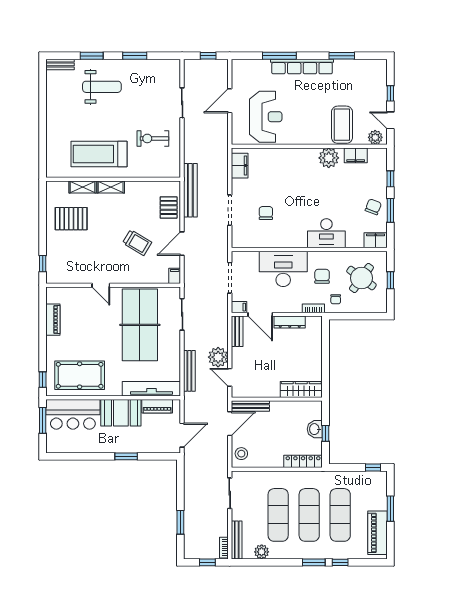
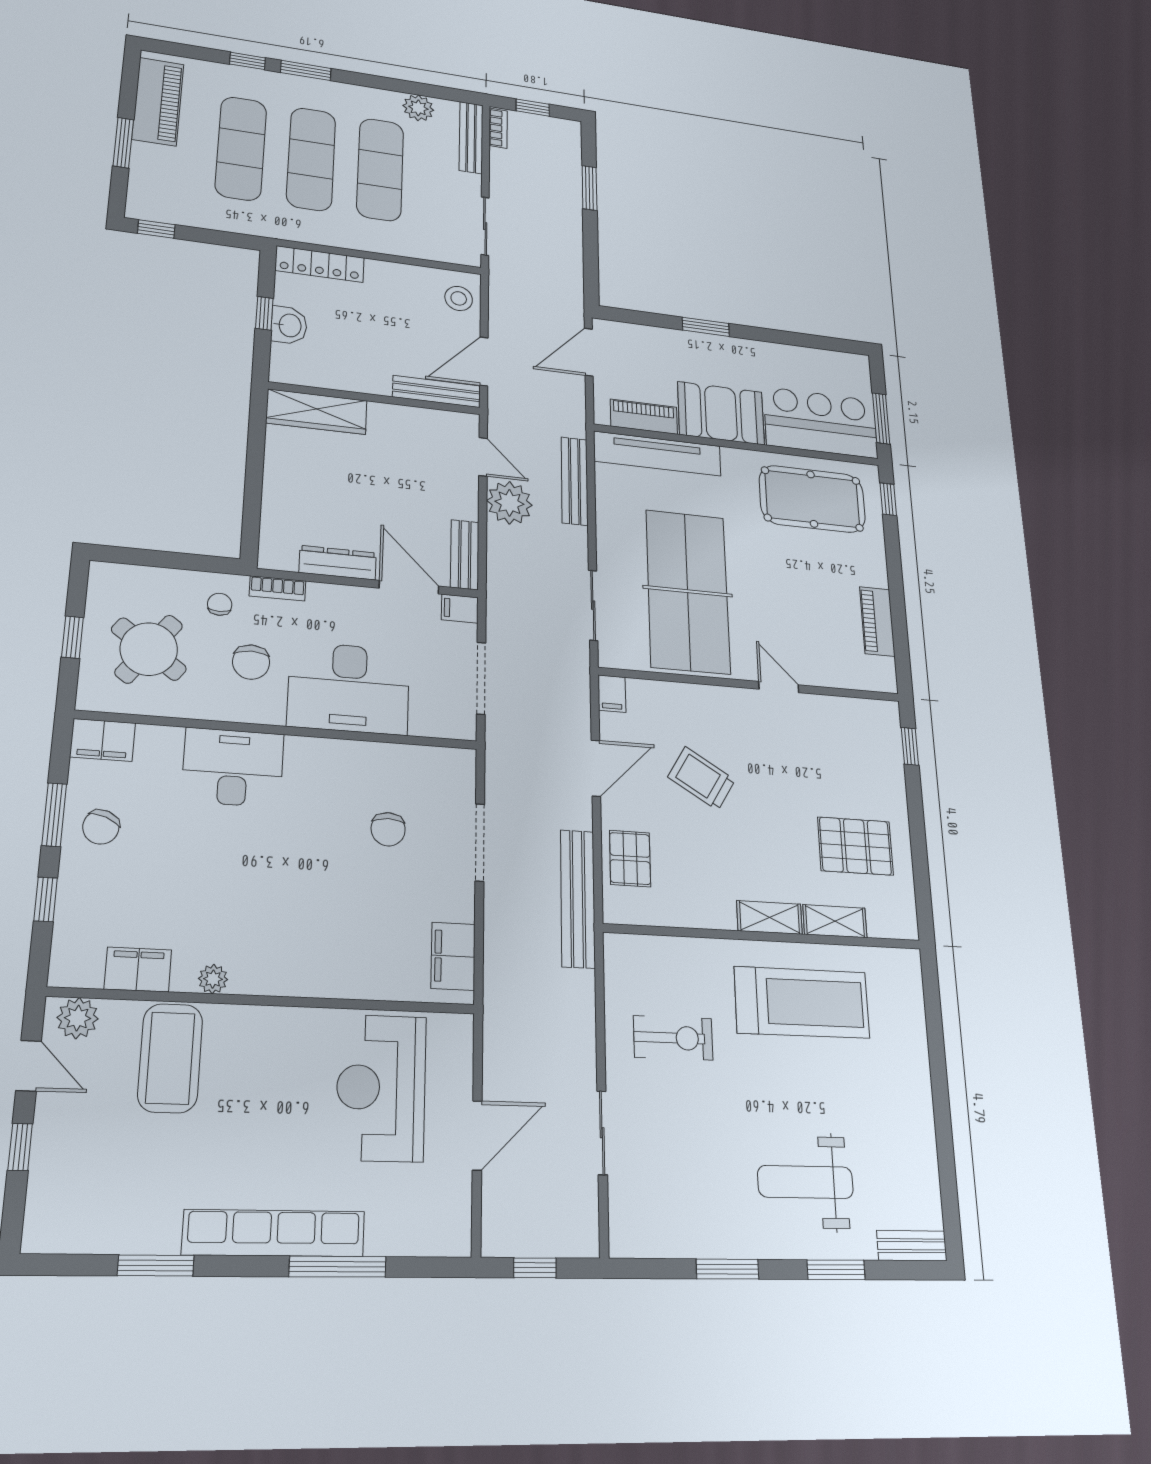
plant: (329, 158) -> (213, 979), width x0.53, depth x0.53

